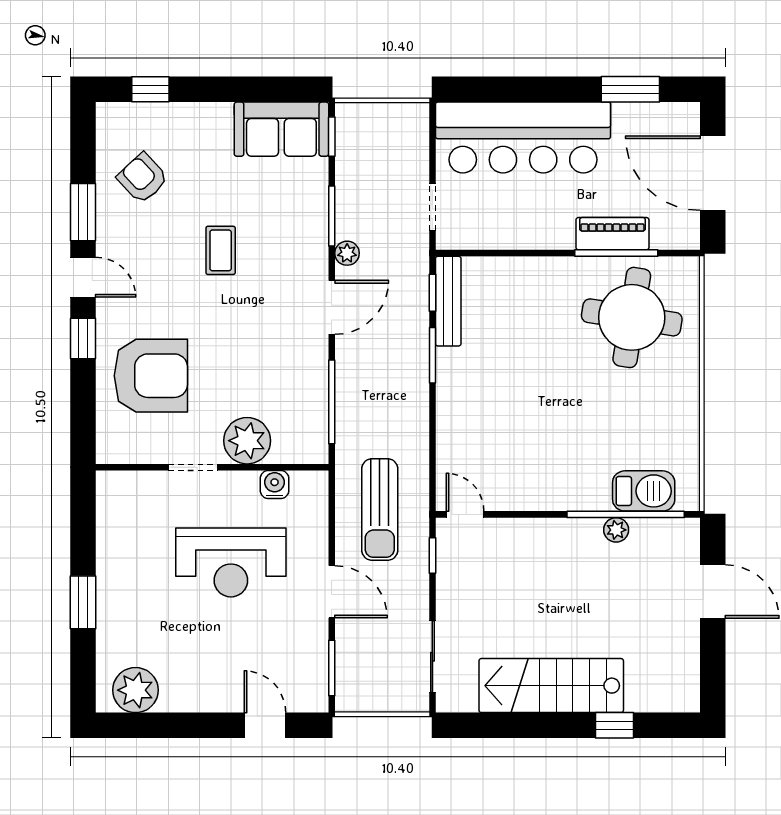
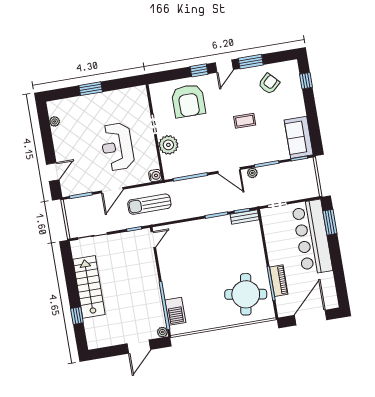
window: (630, 89) -> (330, 222), moved
bench: (448, 301) -> (245, 217), width x0.73
water cooler: (275, 484) -> (155, 176), moved
plant: (616, 530) -> (162, 332), moved
plant: (135, 690) -> (55, 121), width x0.53, depth x0.53

